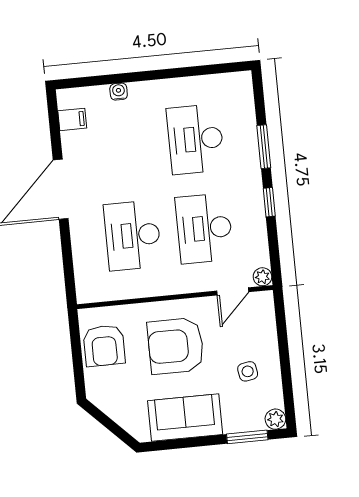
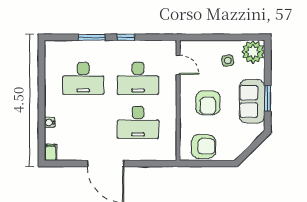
filing cabinet: (72, 119) -> (51, 152), moved
plant: (262, 277) -> (171, 46), removed
armchair: (176, 346) -> (208, 103), width x0.73, depth x0.73
plant: (275, 419) -> (253, 52), width x1.87, depth x1.87
window: (247, 437) -> (268, 98), moved

